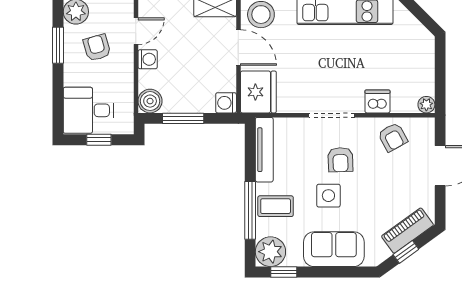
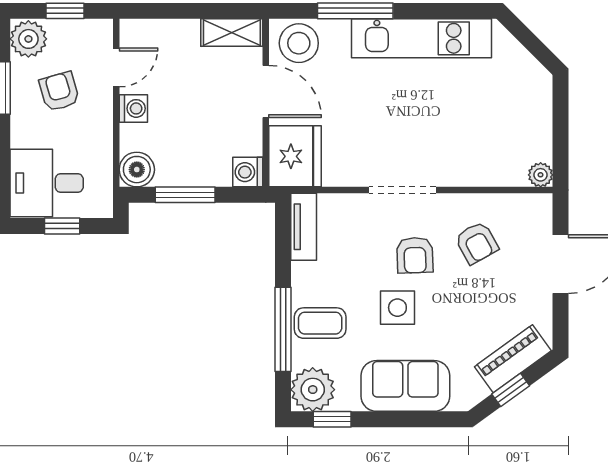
dishwasher: (377, 101) -> (469, 170), removed
armchair: (393, 137) -> (477, 243), moved
tv unit: (264, 150) -> (304, 227), width x0.71

